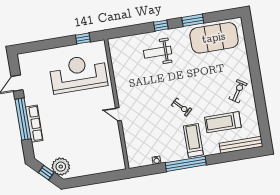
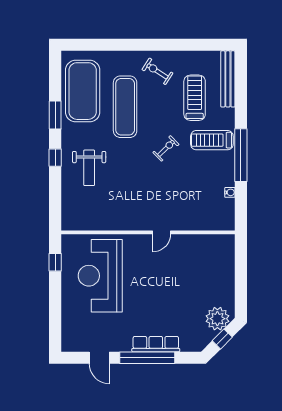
exercise mat: (208, 71) -> (125, 107), added
treadmill: (223, 122) -> (195, 98), turned 180

